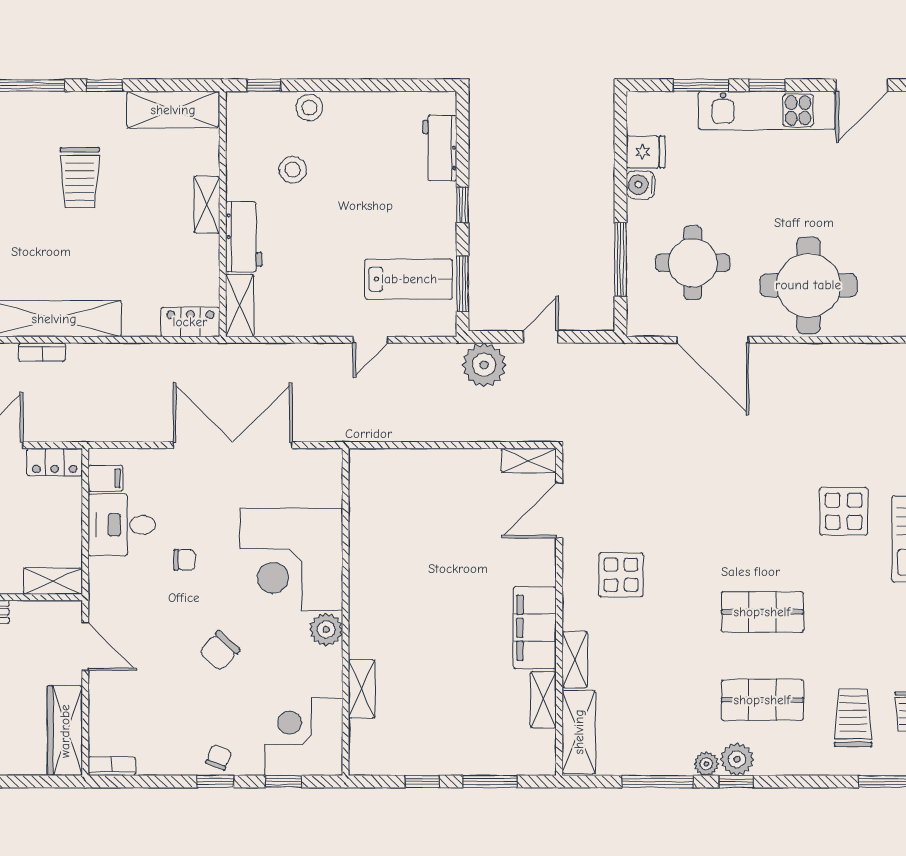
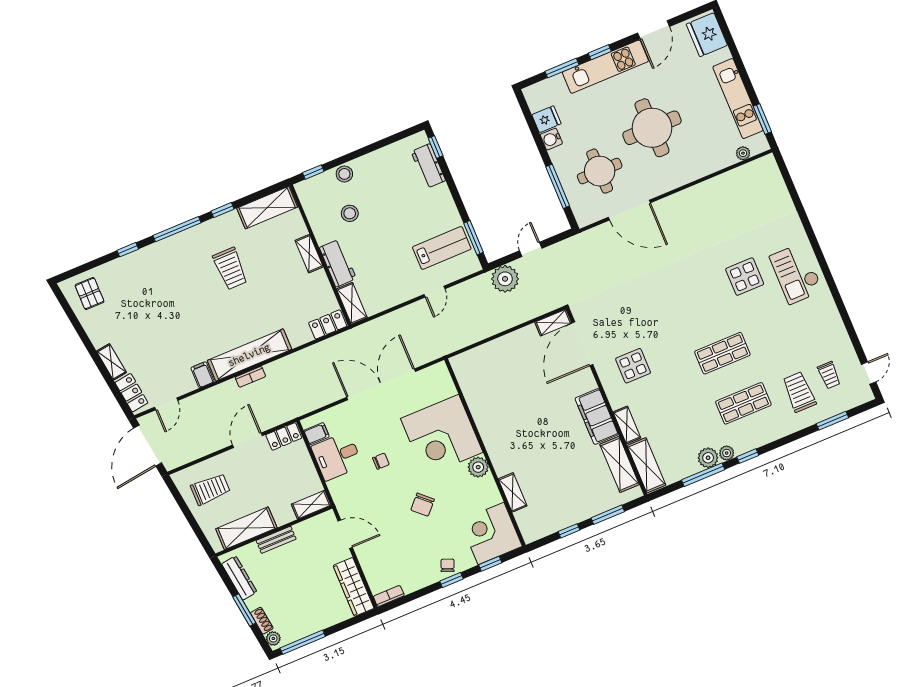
window: (463, 205) -> (436, 147), moved
round table: (808, 285) -> (652, 128), moved
door: (559, 510) -> (582, 344), width x1.36
shelving: (543, 700) -> (620, 464), width x1.50, depth x1.33
plant: (737, 759) -> (708, 458), moved

